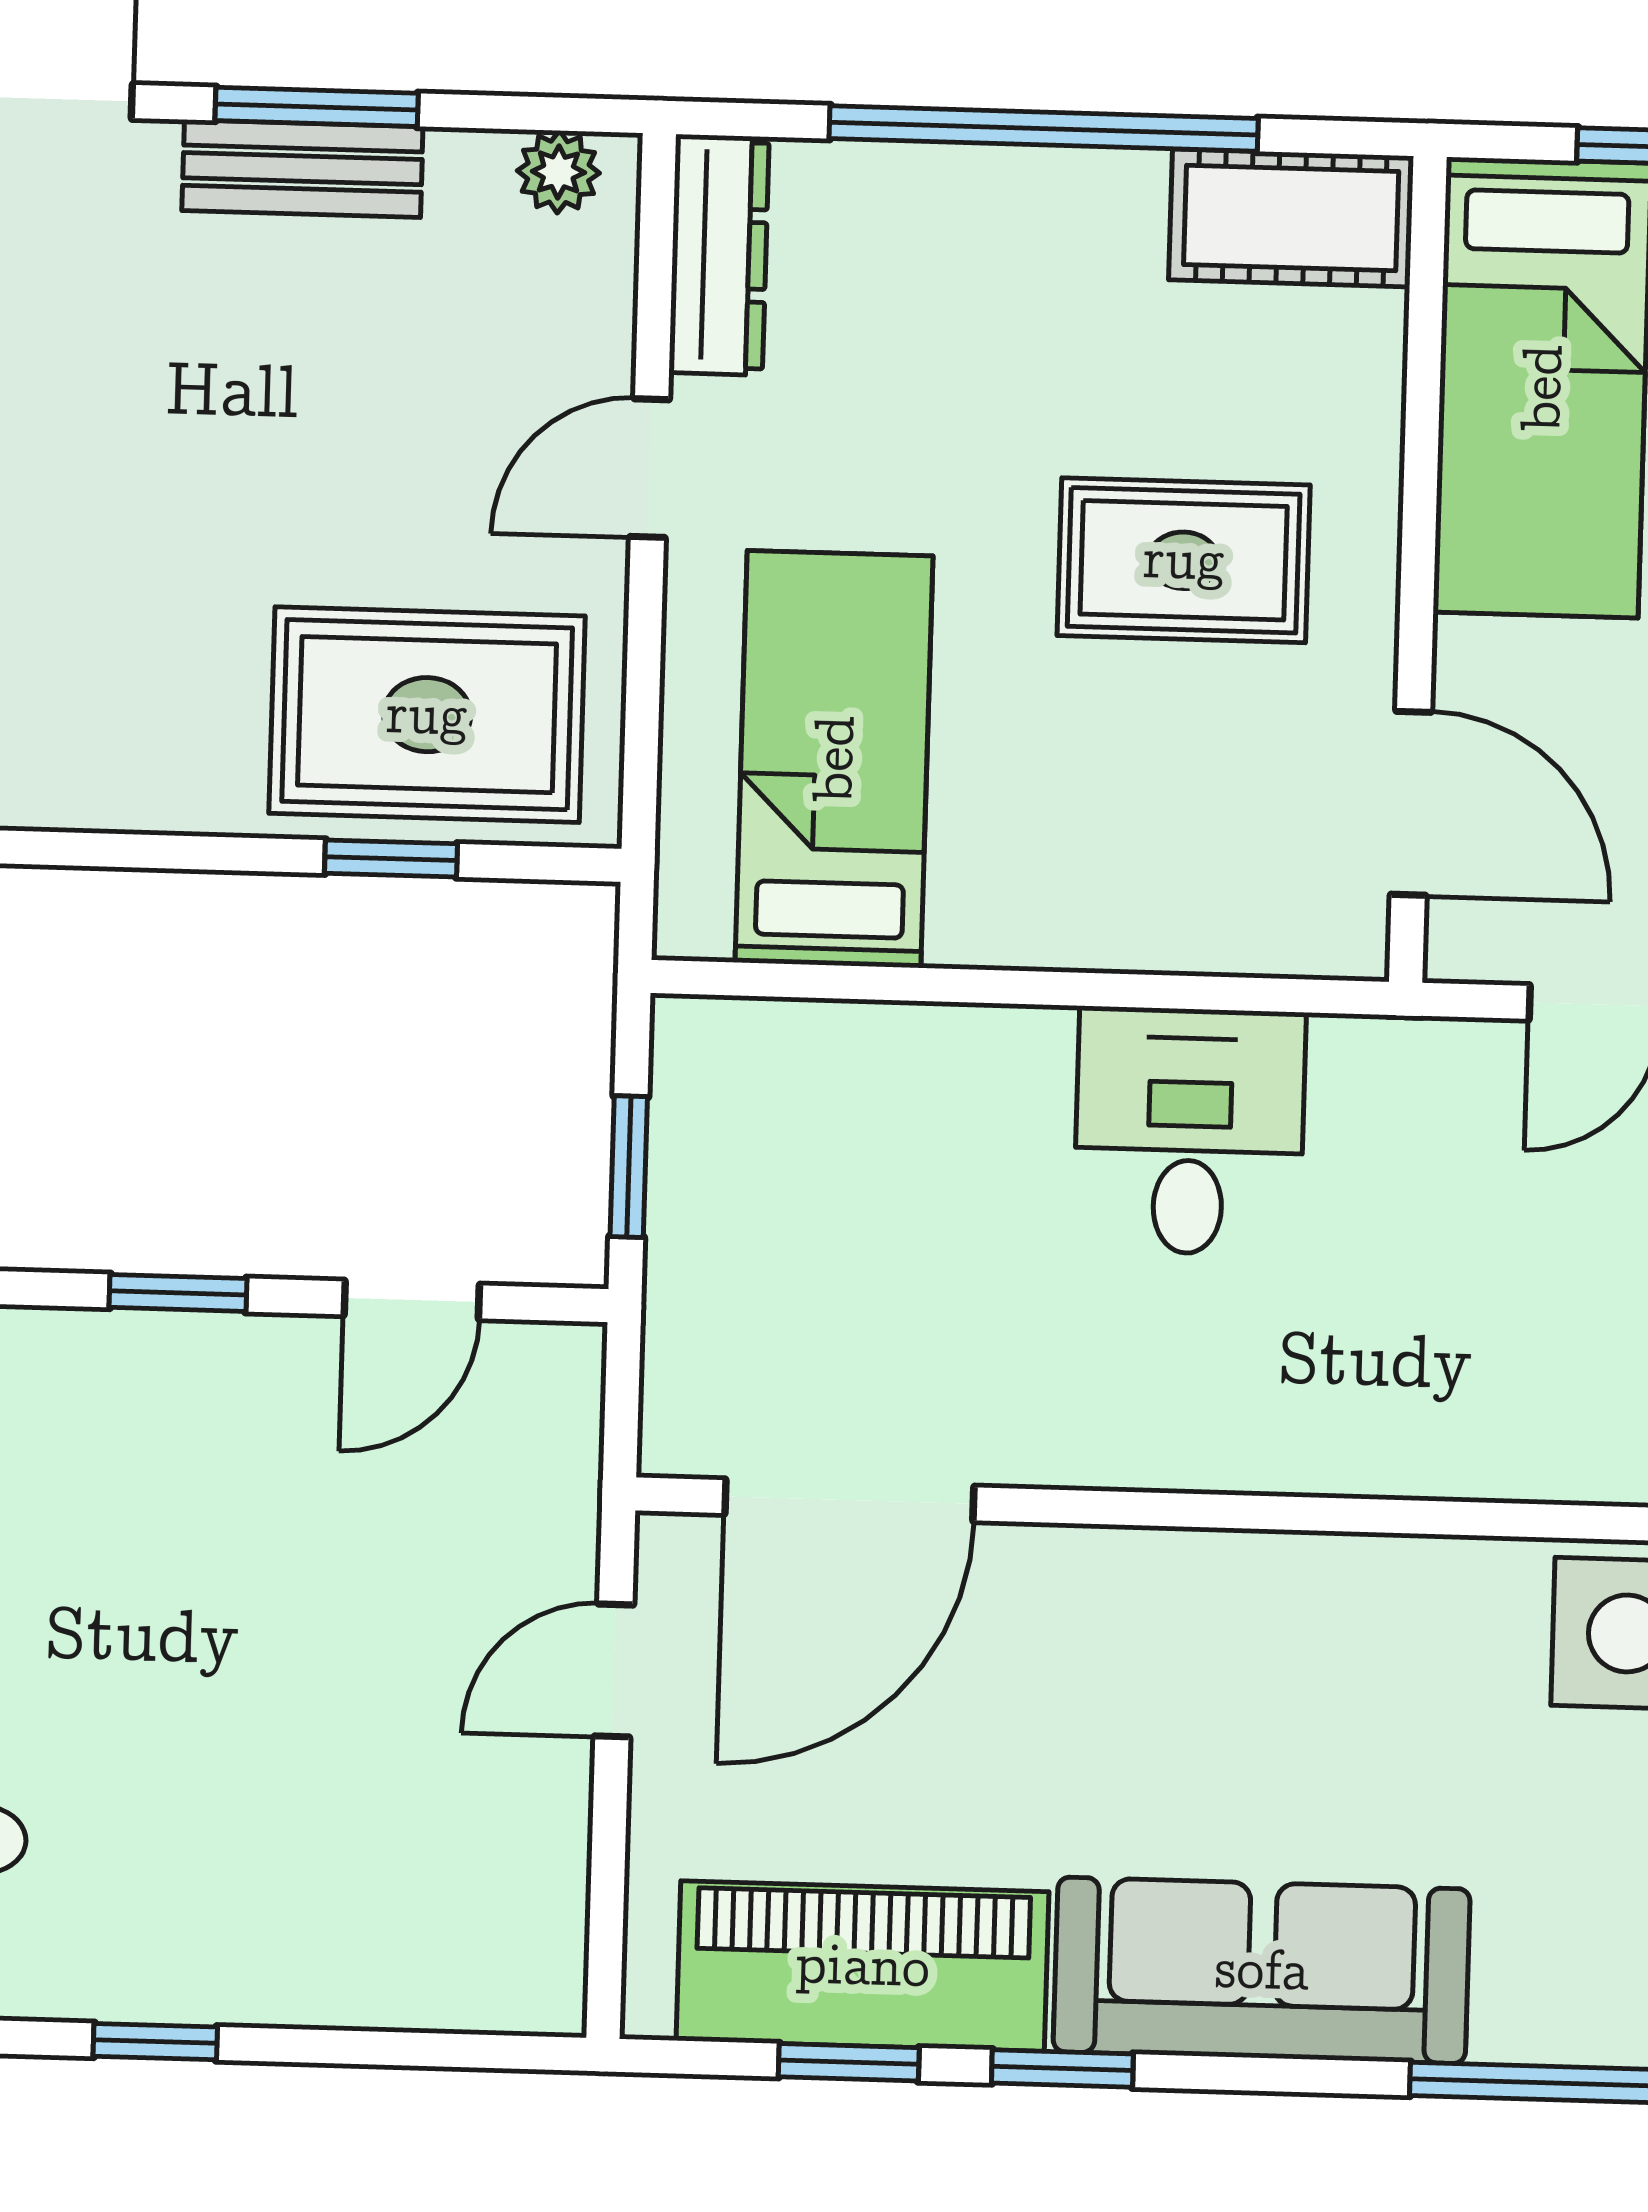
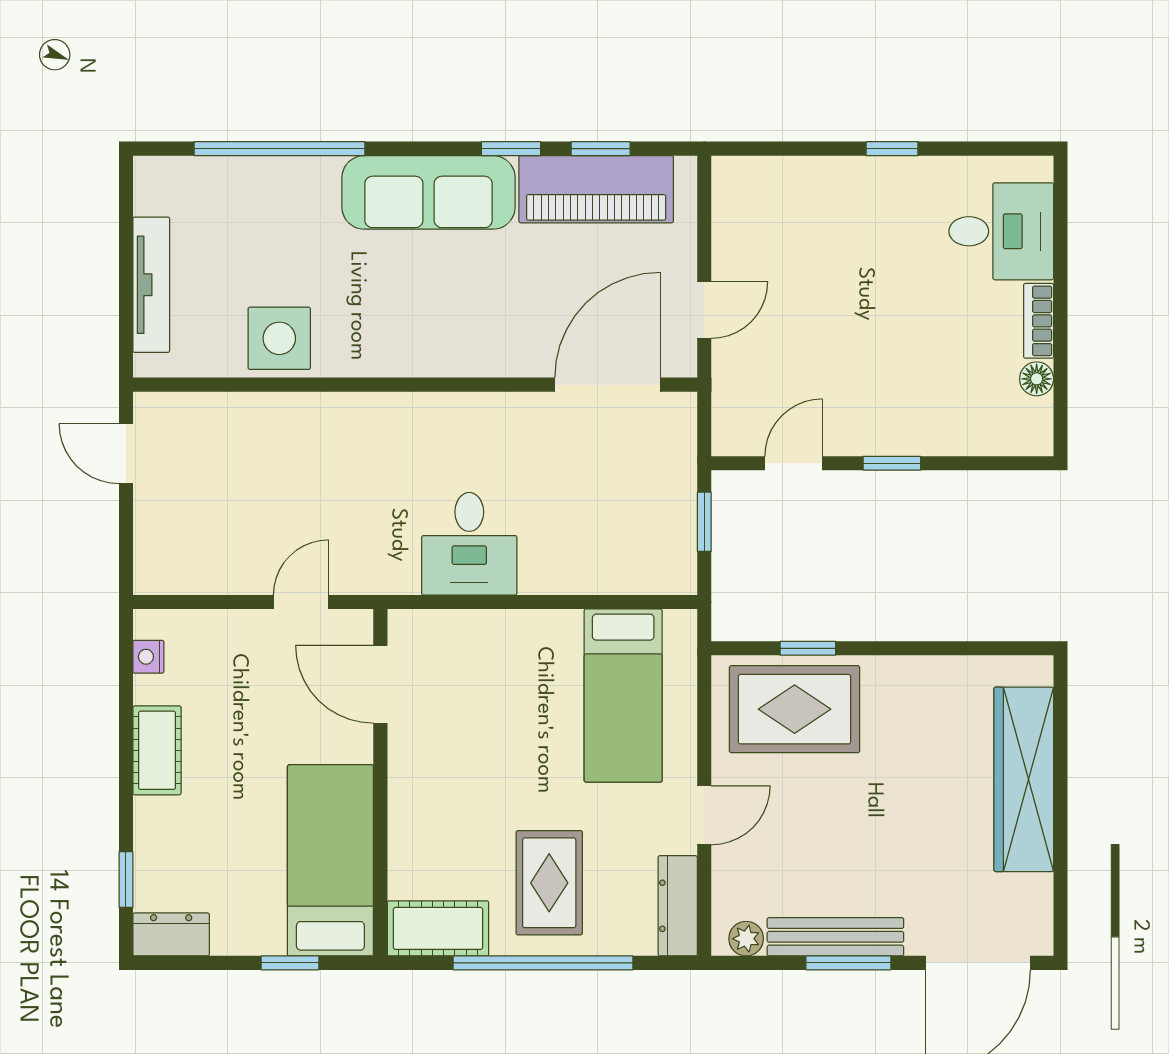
bench: (302, 169) -> (835, 937), width x1.36
rug: (1184, 560) -> (549, 883), moved, turned 90

